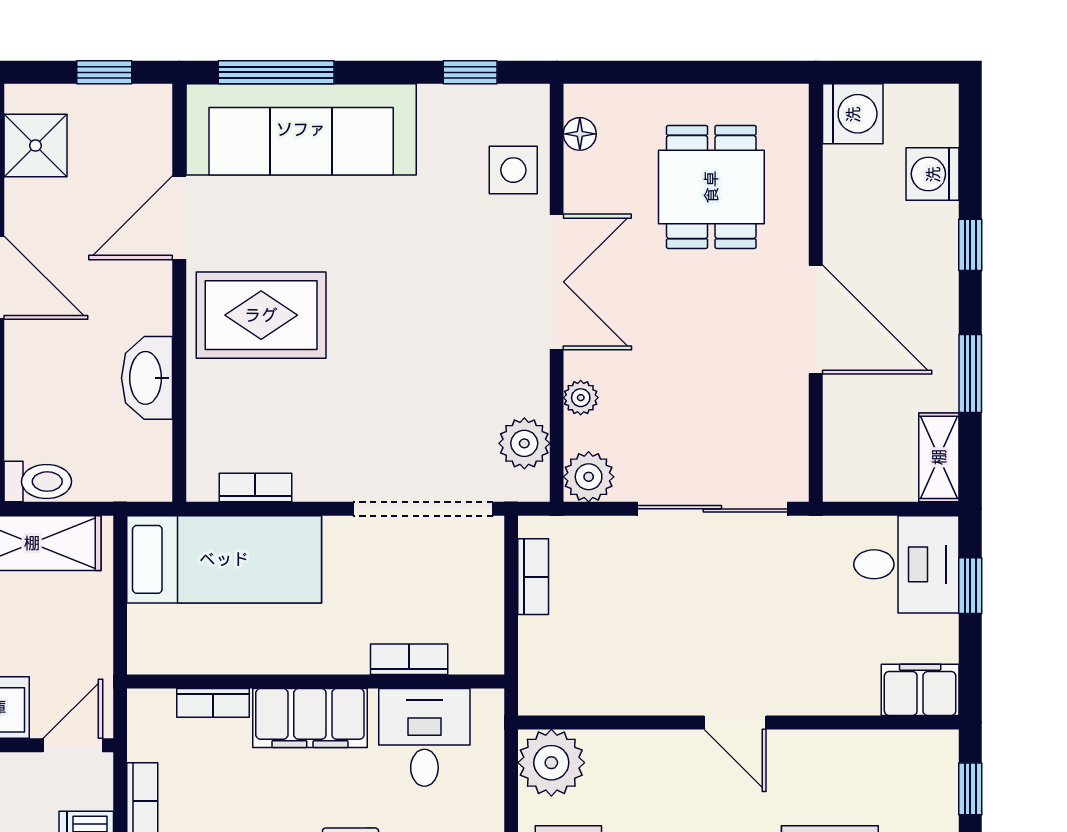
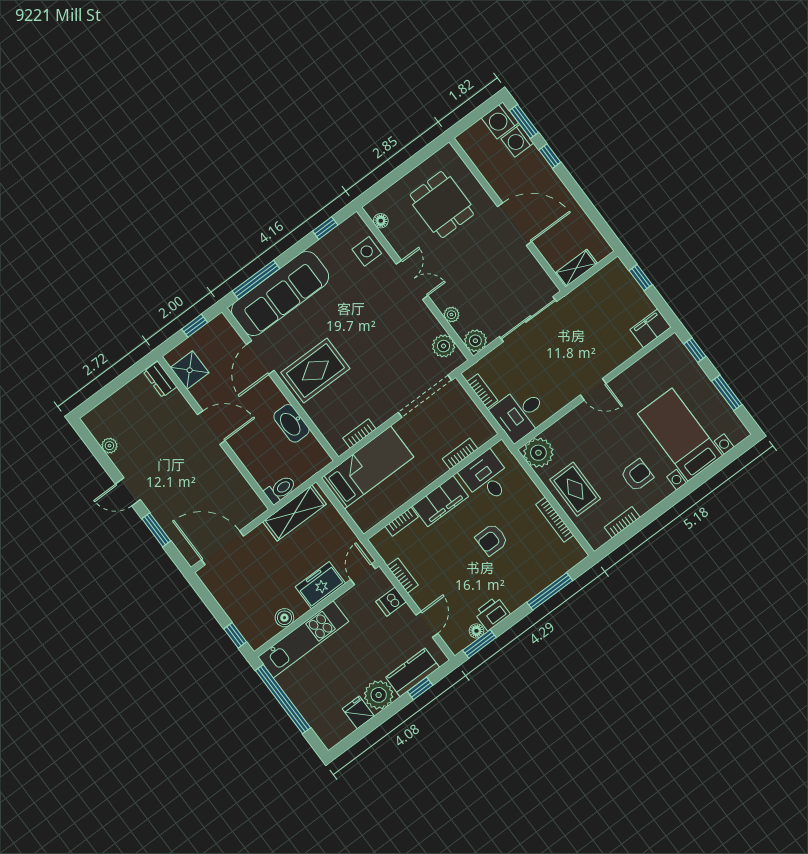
washing machine: (853, 114) -> (500, 120), moved, turned 180
double door: (557, 282) -> (412, 280), width x0.73
window: (970, 373) -> (524, 122), moved
shelving: (939, 457) -> (576, 268), moved, turned 90
desk: (906, 564) -> (520, 413), moved, turned 180

